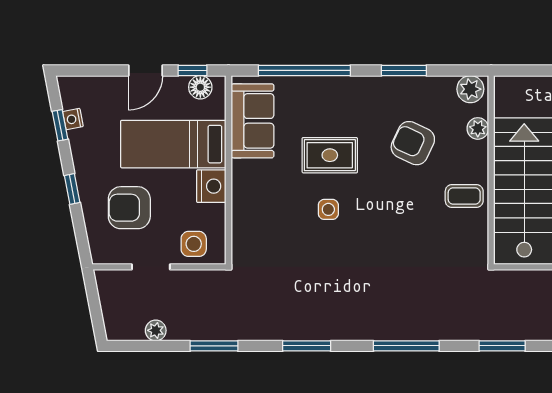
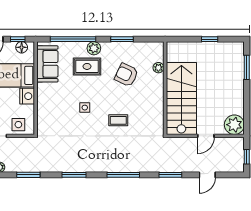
plant: (470, 89) -> (94, 48), moved
rug: (330, 155) -> (87, 66), moved
coffee table: (464, 196) -> (118, 120), moved

